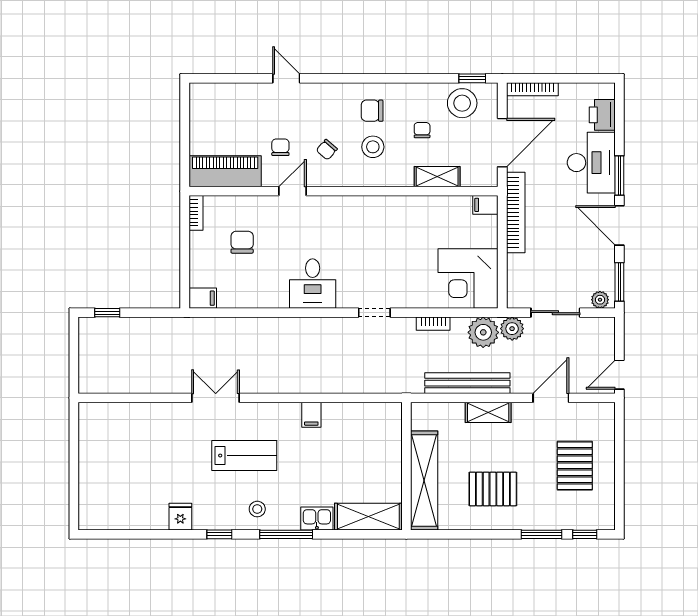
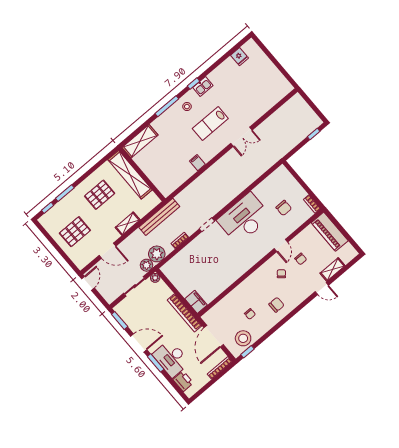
stool: (373, 147) -> (264, 291), removed
piano: (225, 171) -> (330, 232), moved, turned 90
shelving: (437, 177) -> (332, 269), moved
filing cabinet: (485, 205) -> (196, 302), width x2.00
corner desk: (468, 278) -> (181, 270), removed
desk: (313, 284) -> (244, 218), width x1.87, depth x1.30
filing cabinet: (203, 298) -> (280, 172), removed
plant: (600, 300) -> (155, 278), moved
bench: (467, 383) -> (159, 217), moved
door: (551, 398) -> (107, 251), hinge flipped
pallet: (575, 466) -> (75, 232), turned 90
fridge: (180, 517) -> (239, 57), moved
kitchen sink: (317, 518) -> (203, 86), moved

